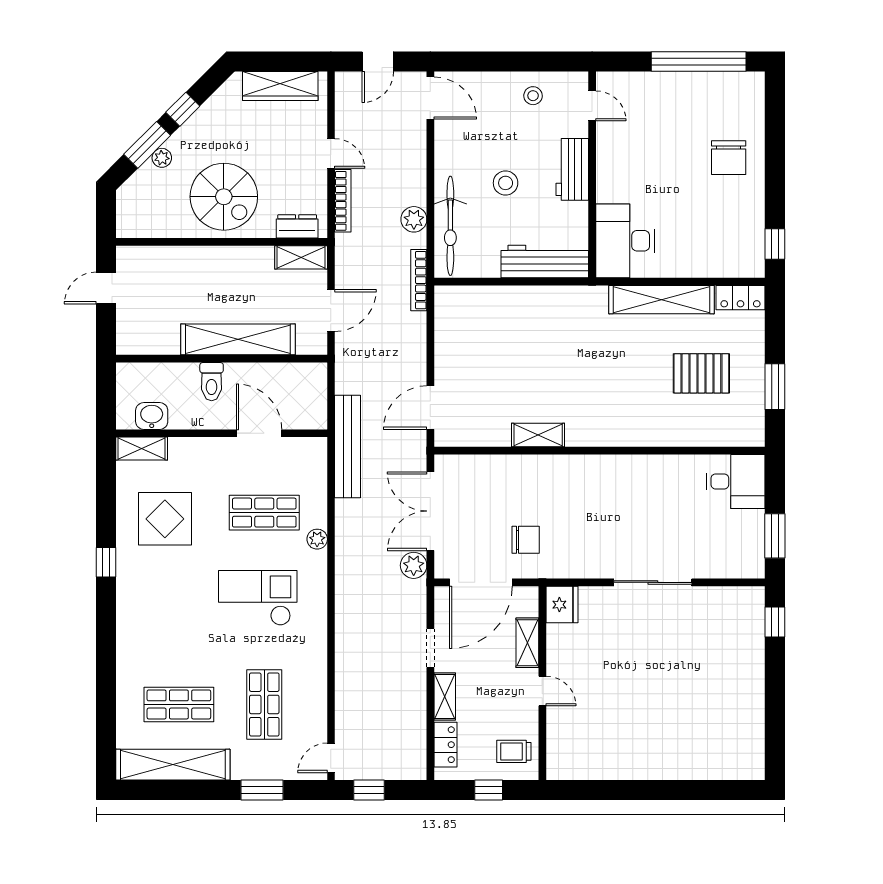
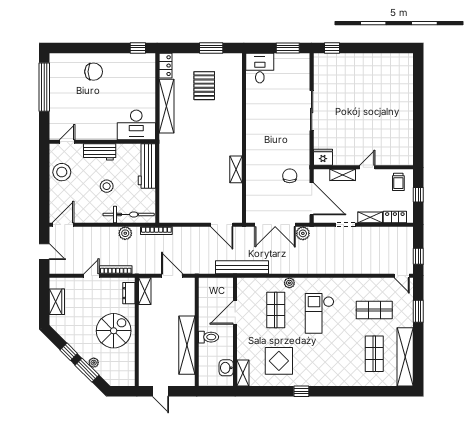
wardrobe: (280, 86) -> (57, 302), width x0.67
stool: (533, 96) -> (62, 172), width x1.89, depth x1.89
shelving: (238, 339) -> (187, 345), moved

